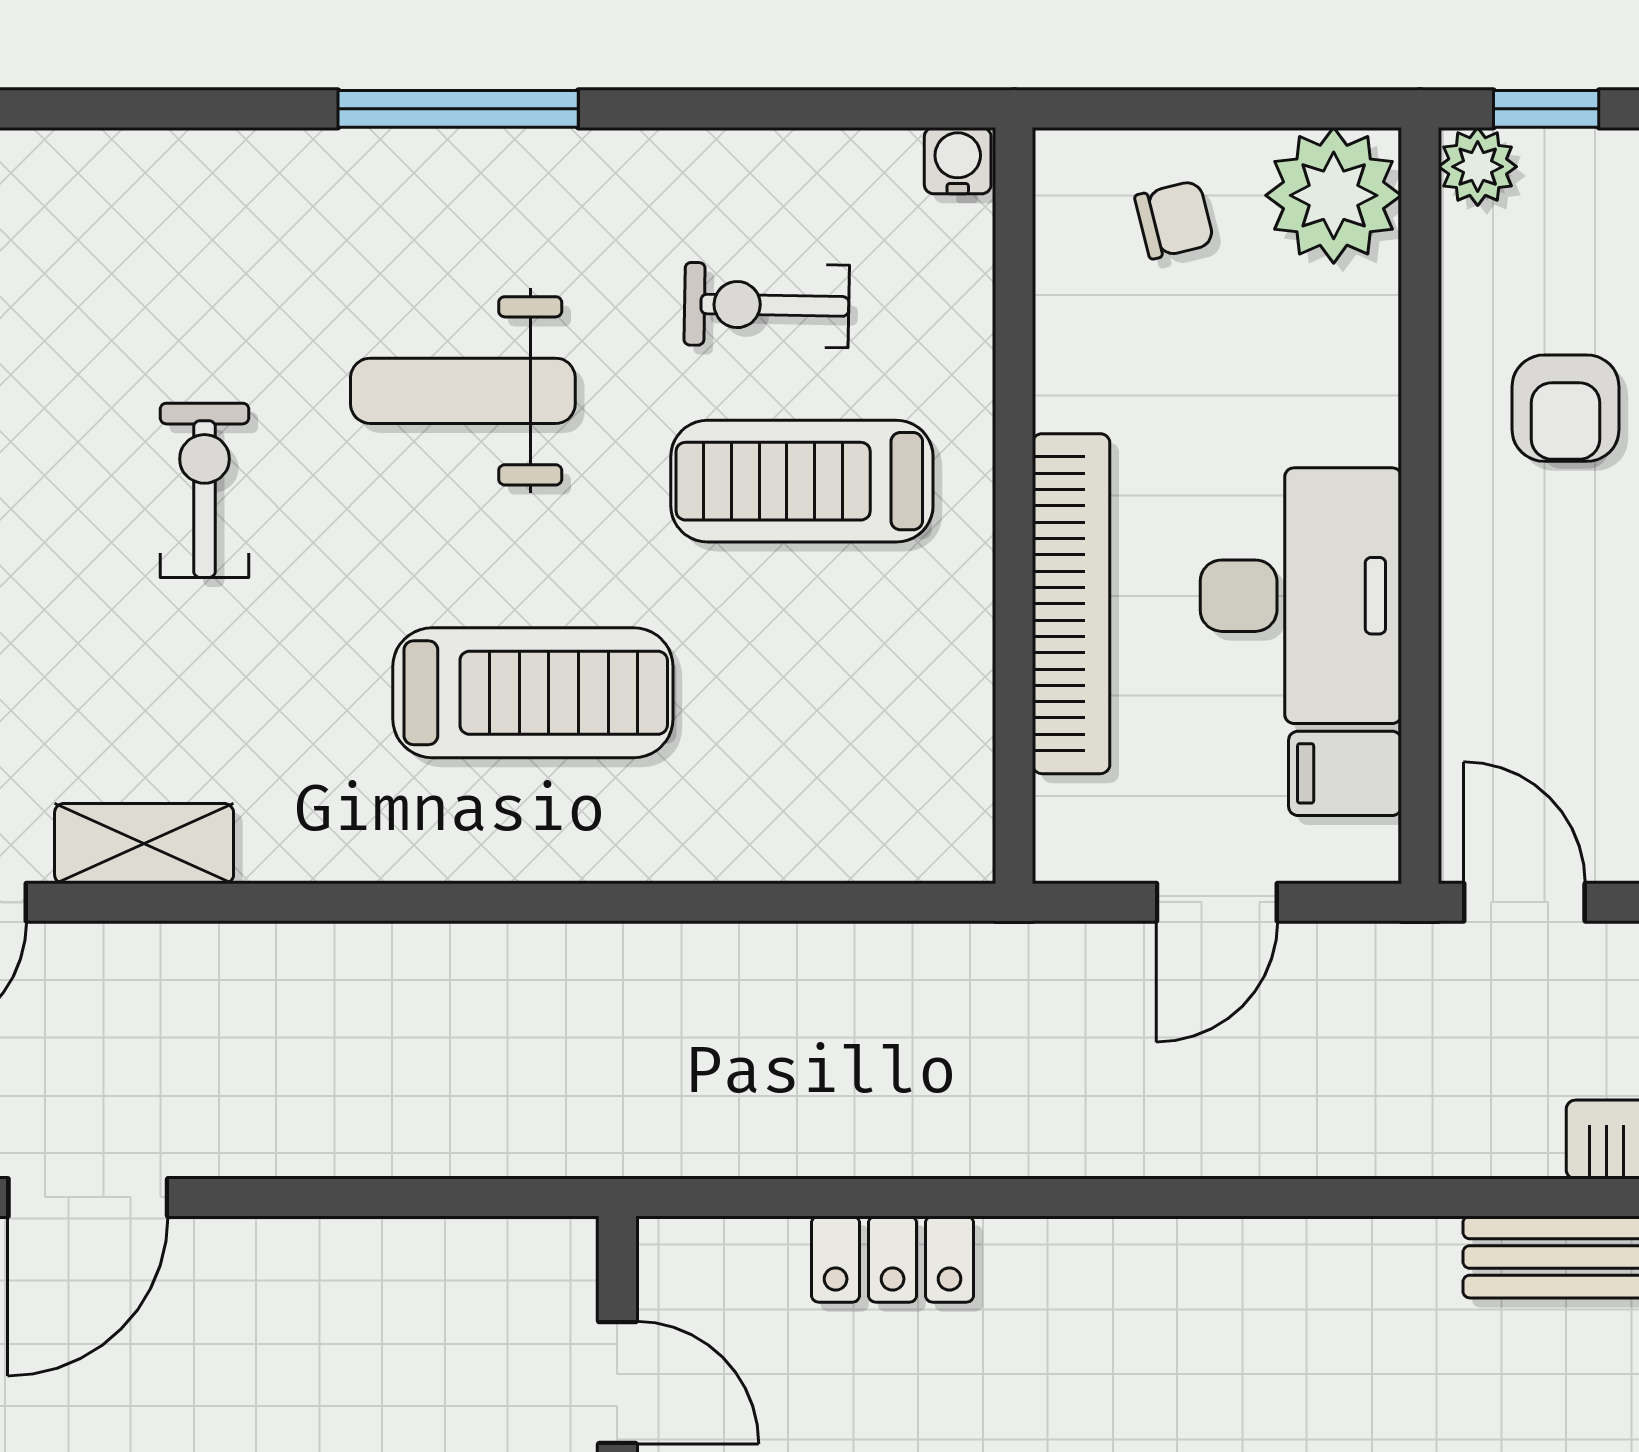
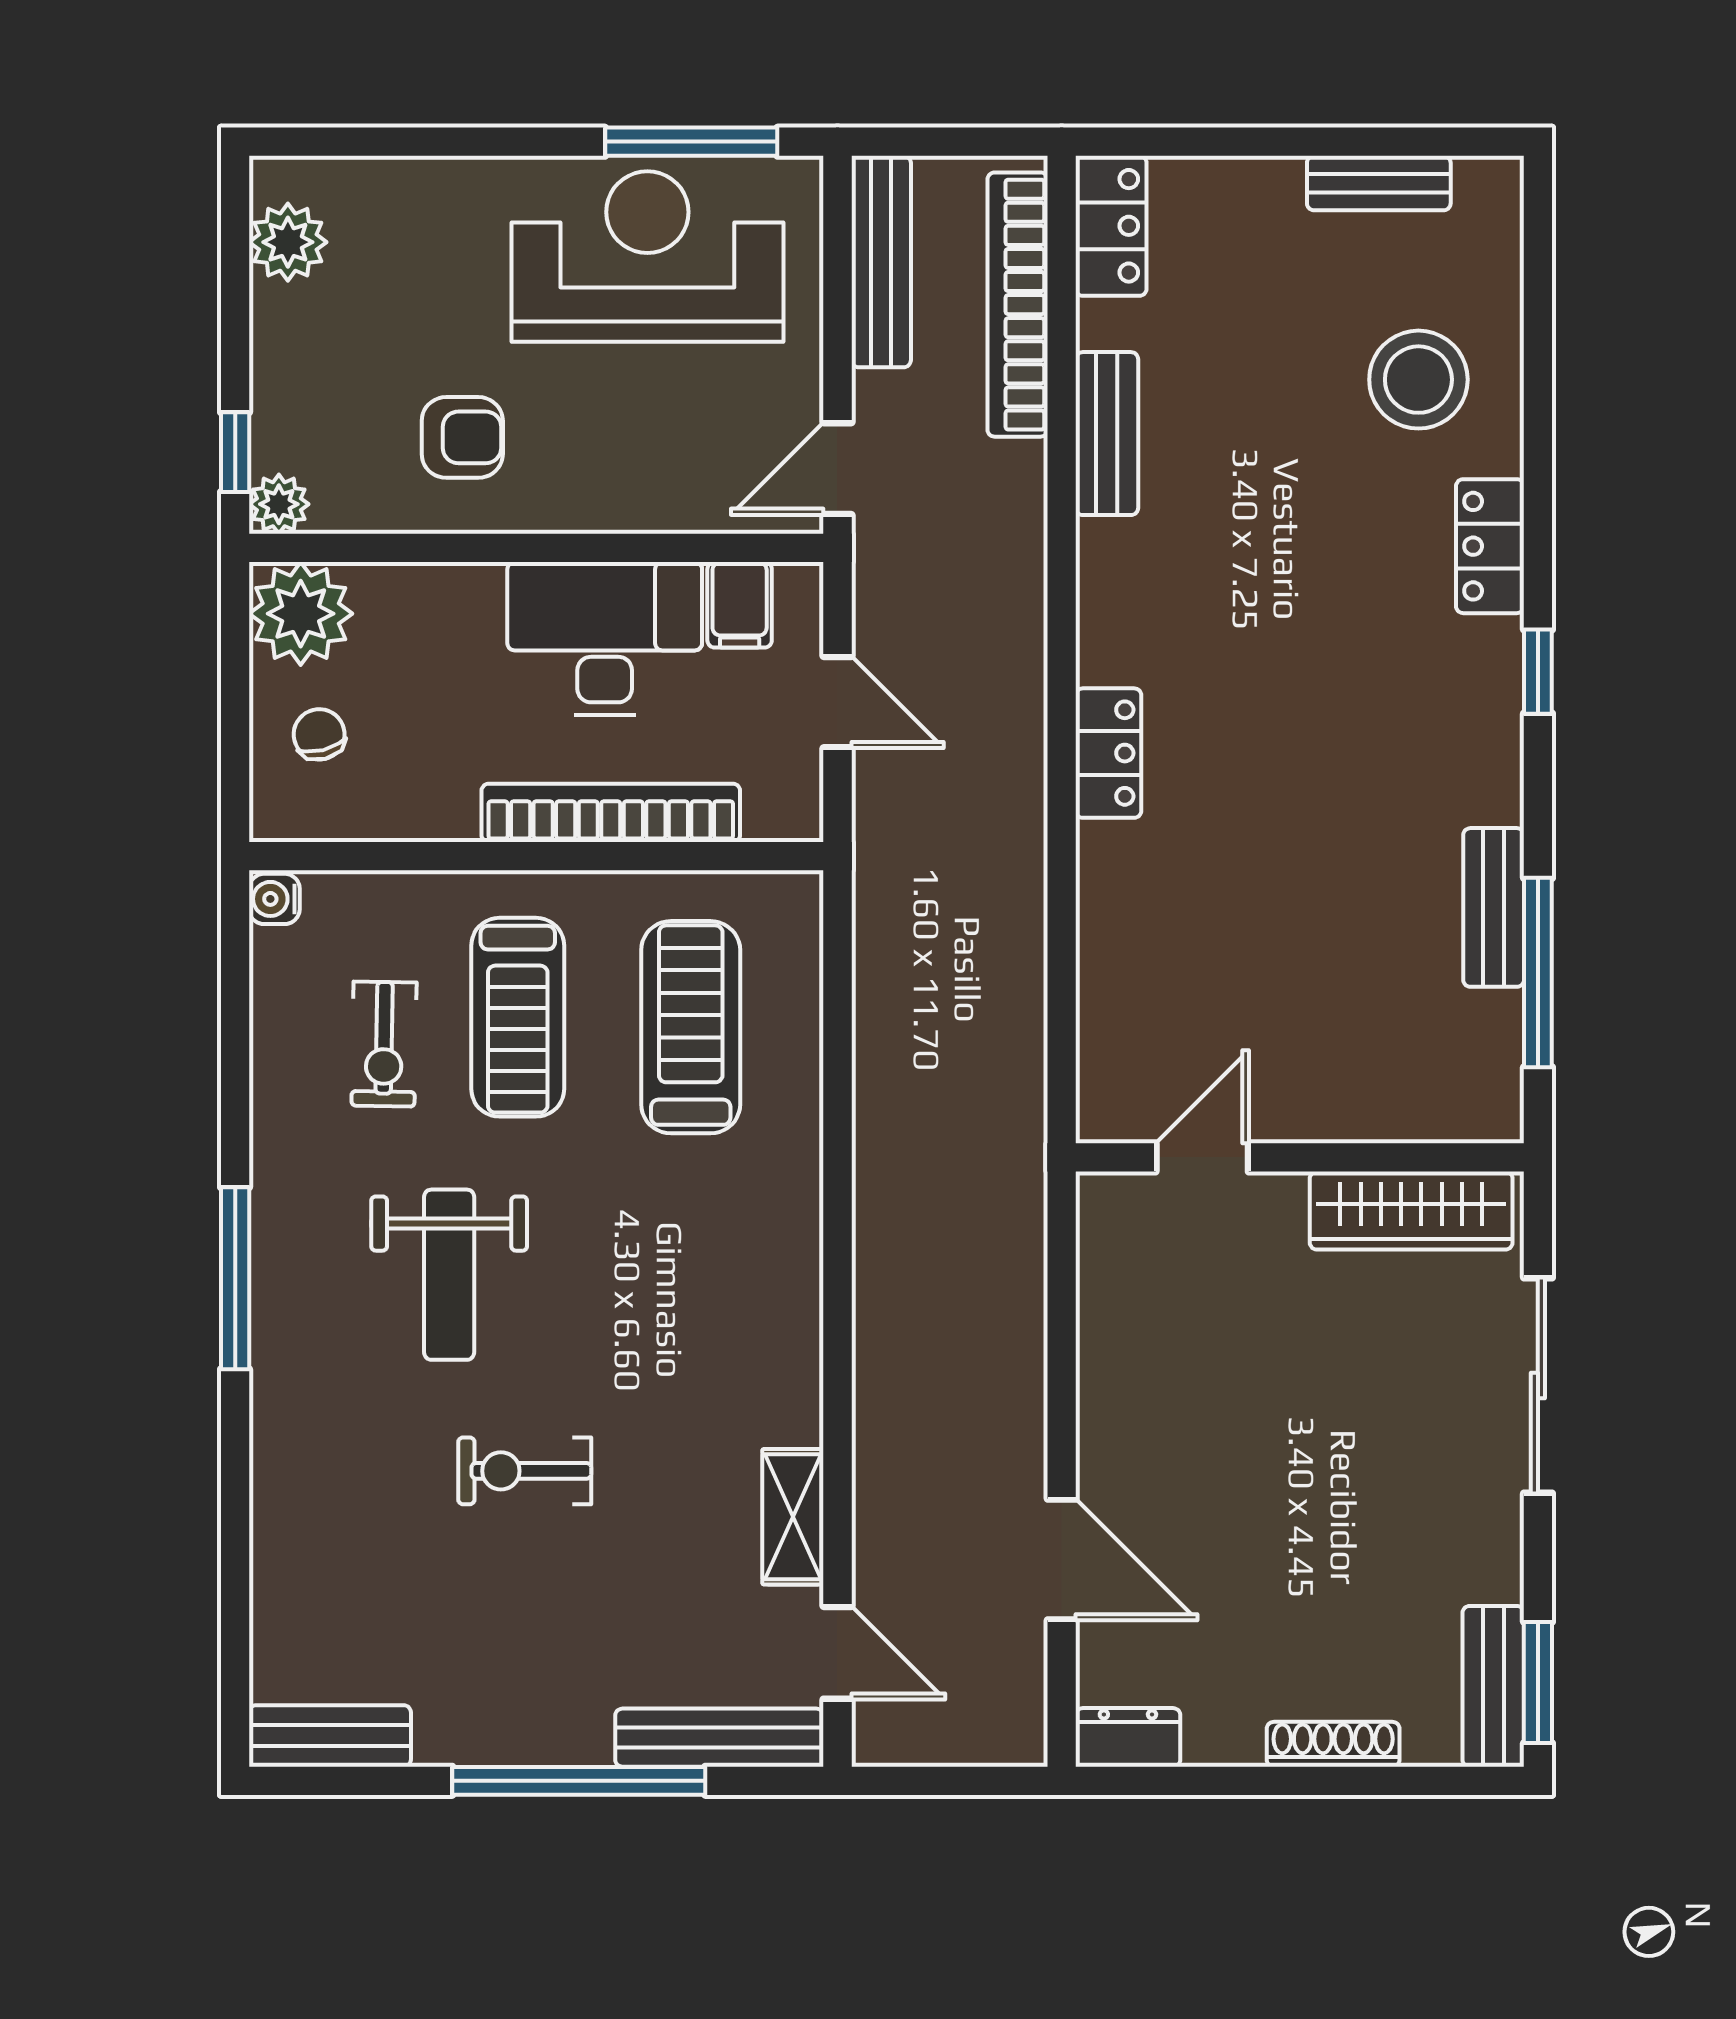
treadmill: (533, 693) -> (691, 1027), moved
locker: (893, 1259) -> (1108, 753), moved

